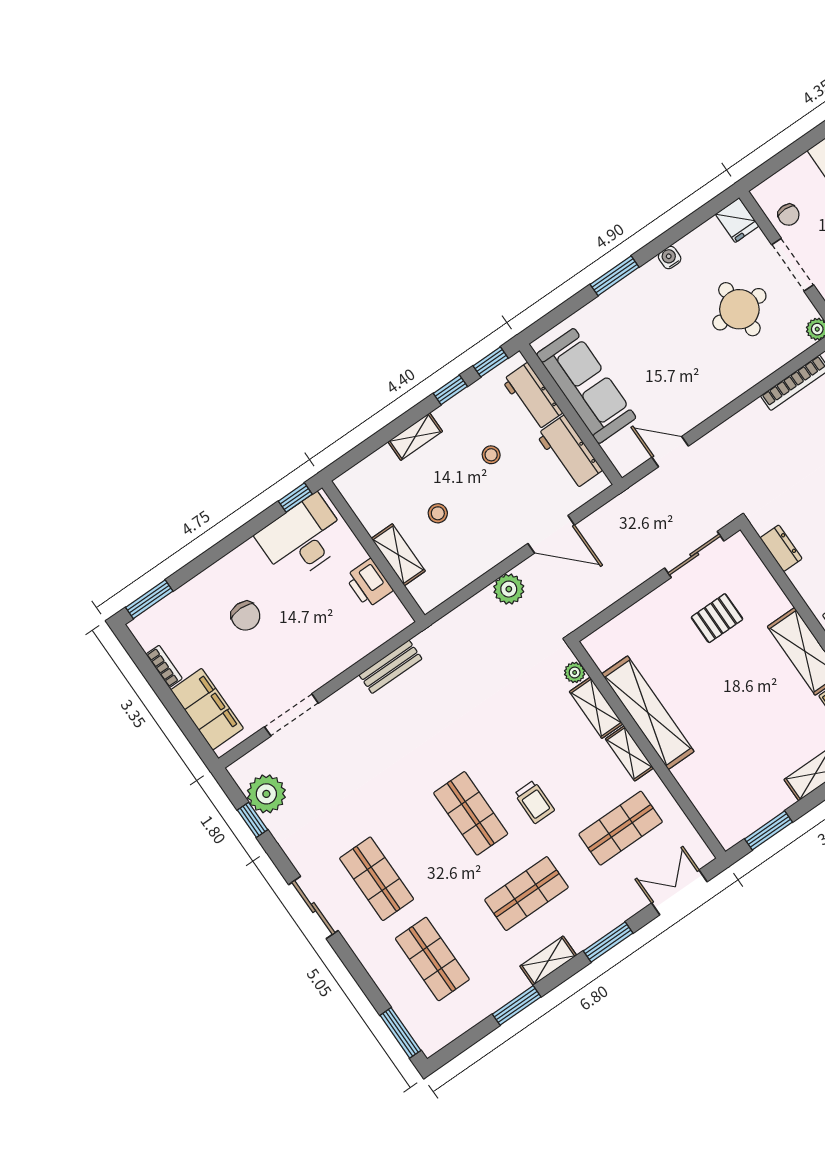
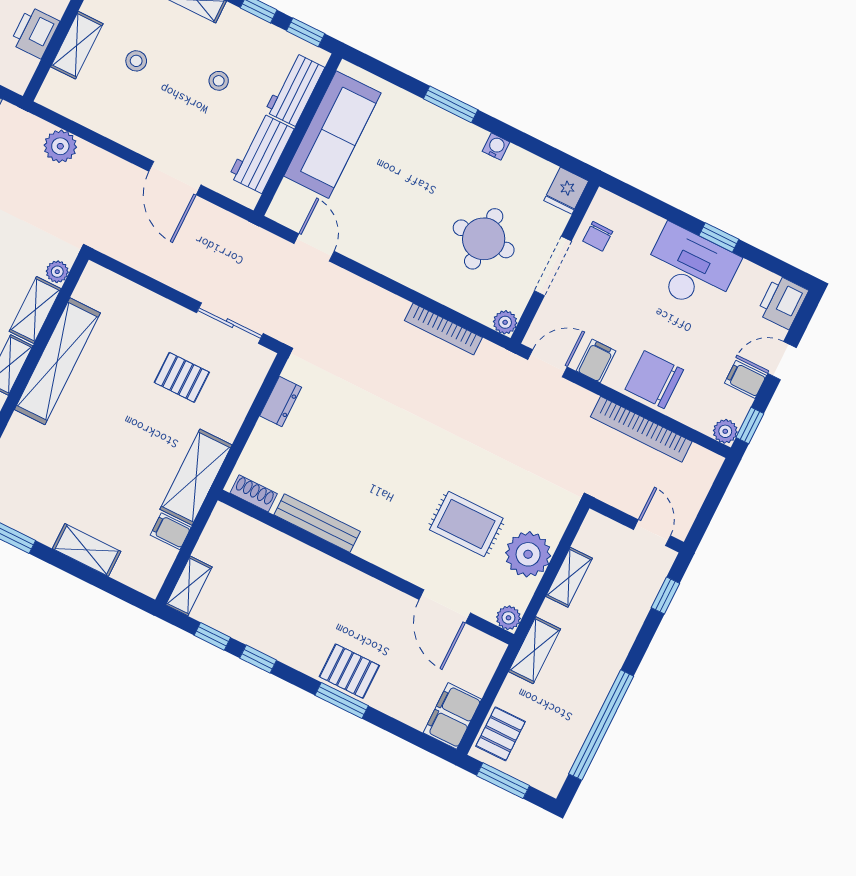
plant: (509, 589) -> (60, 146), moved

